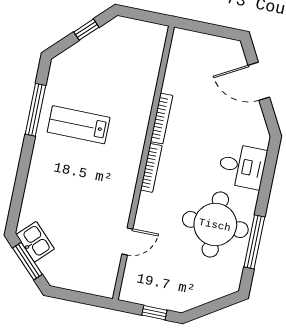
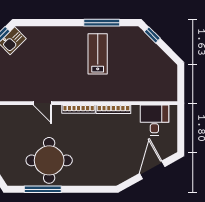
window: (86, 30) -> (152, 35), moved
desk: (242, 166) -> (154, 120), moved, turned 180
door: (127, 241) -> (42, 103), moved

